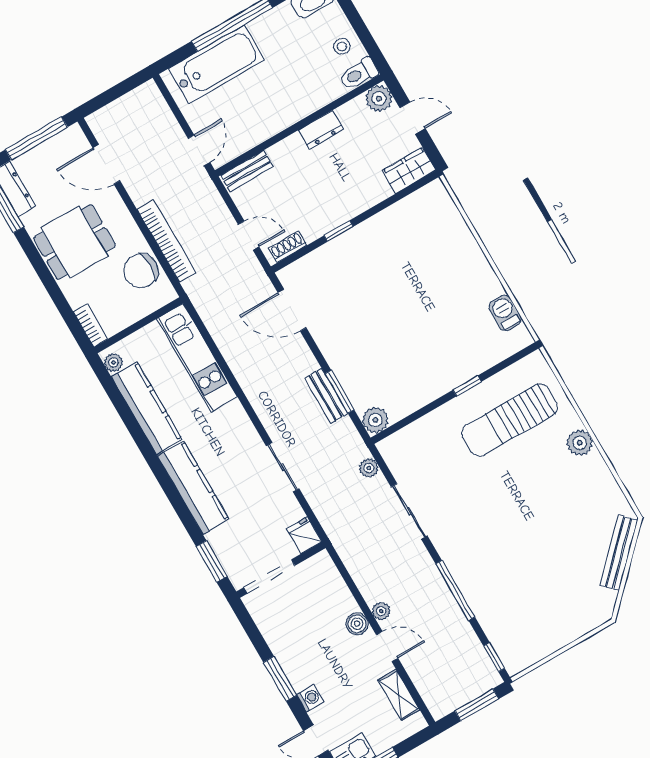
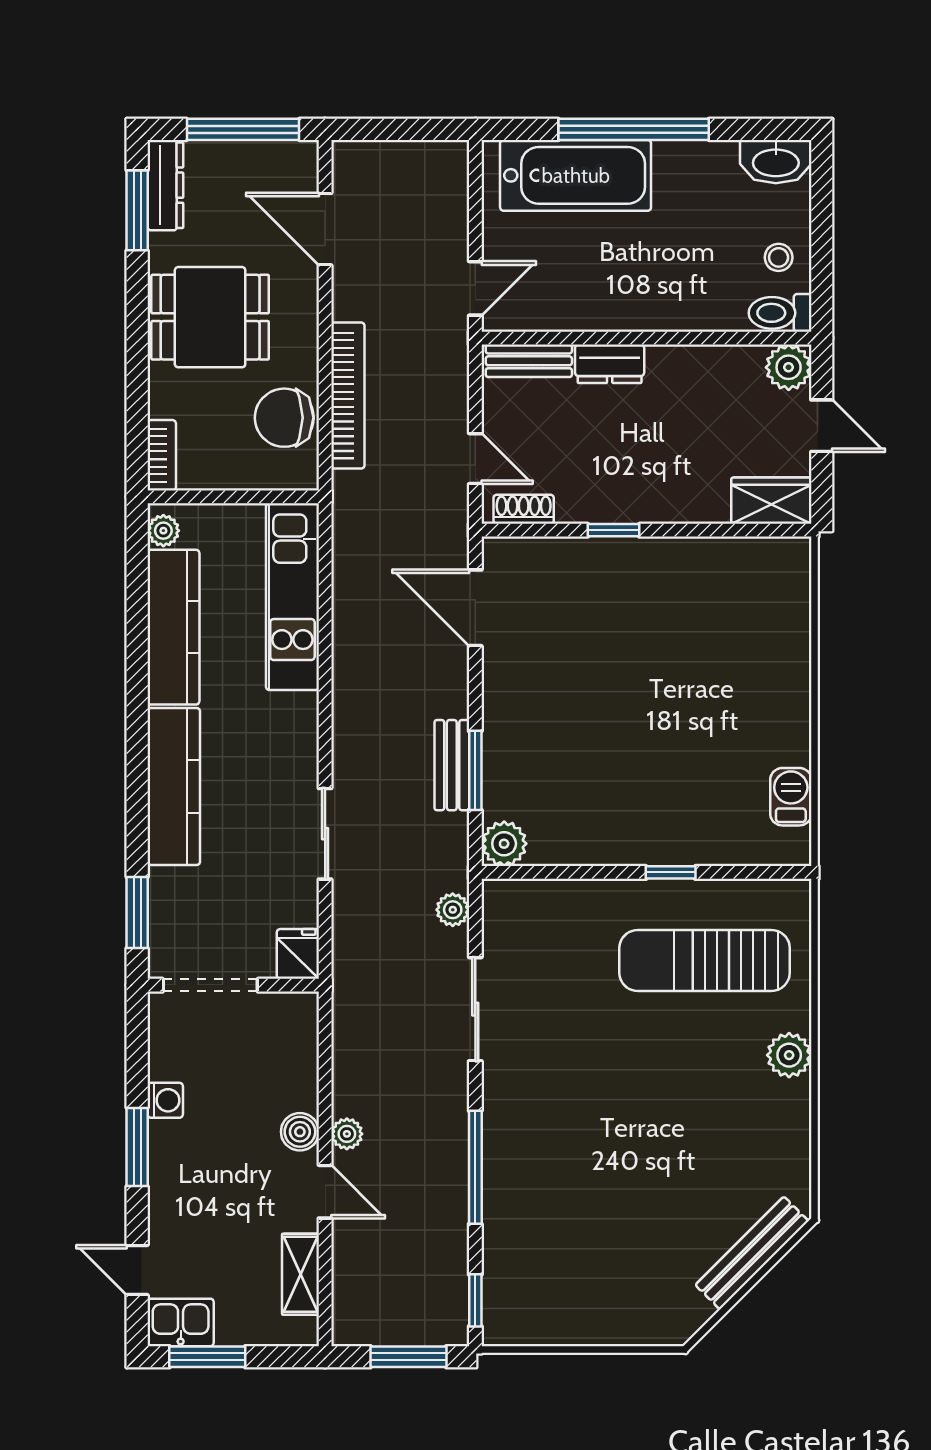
dresser: (321, 130) -> (610, 364), moved
washing machine: (310, 698) -> (165, 1100), moved

